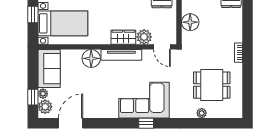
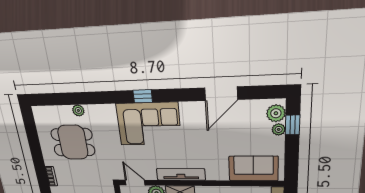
floor lamp: (91, 58) -> (217, 171), removed
sofa: (49, 69) -> (253, 168), moved, turned 90
door: (71, 123) -> (221, 94), moved

